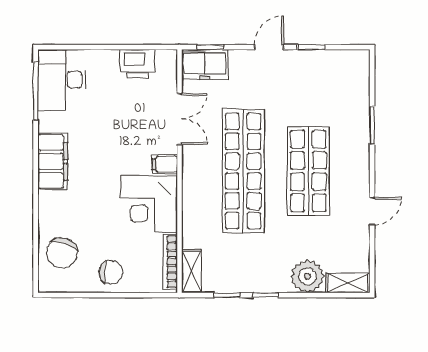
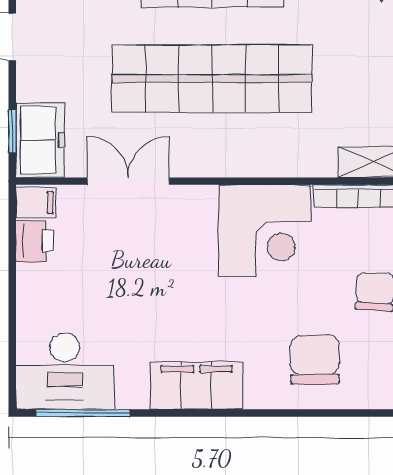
printer: (138, 64) -> (35, 241), width x0.73, depth x0.81
filing cabinet: (165, 164) -> (36, 203), moved, turned -90
chair: (62, 253) -> (315, 360), moved, turned -109

